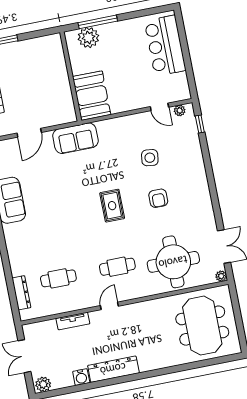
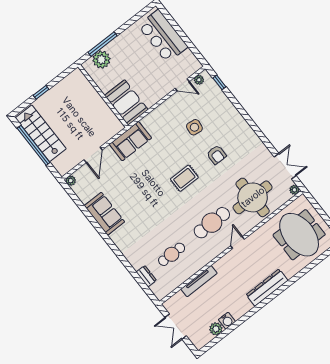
rug: (112, 206) -> (184, 178), turned 90
cafe table: (117, 267) -> (212, 223), width x1.37, depth x1.35
dresser: (21, 293) -> (146, 276), width x0.70
door: (109, 306) -> (237, 242), moved
tv unit: (73, 321) -> (199, 281), width x1.41
dresser: (113, 369) -> (267, 288), moved
plant: (43, 384) -> (216, 329), moved

